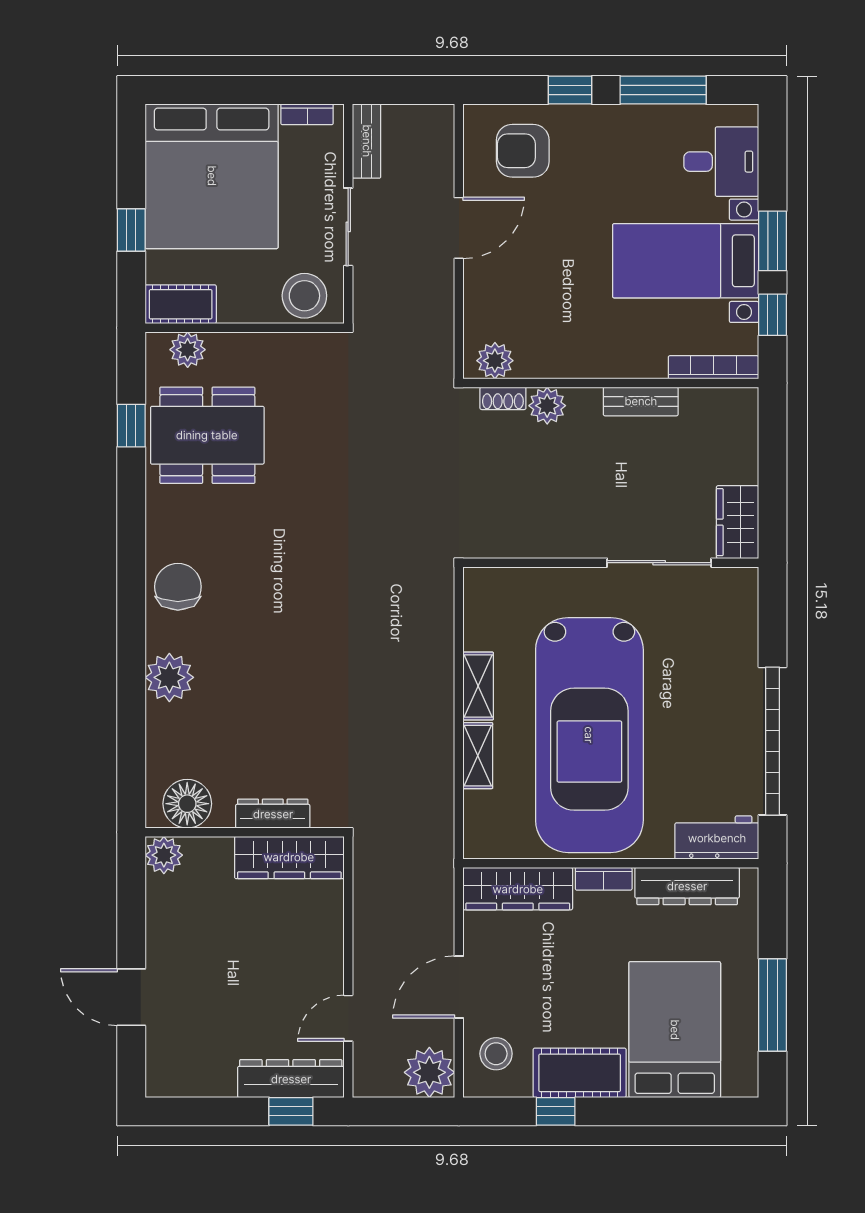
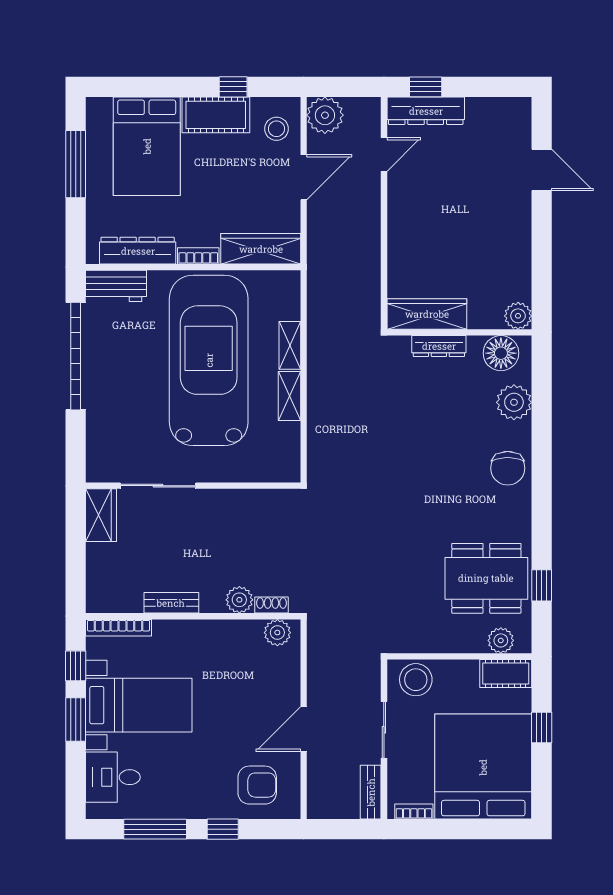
floor lamp: (187, 804) -> (501, 353), moved
dresser: (273, 814) -> (439, 346), moved
wall: (245, 832) -> (459, 332), moved
plant: (164, 855) -> (518, 316), moved
wardrobe: (289, 857) -> (427, 314), moved

